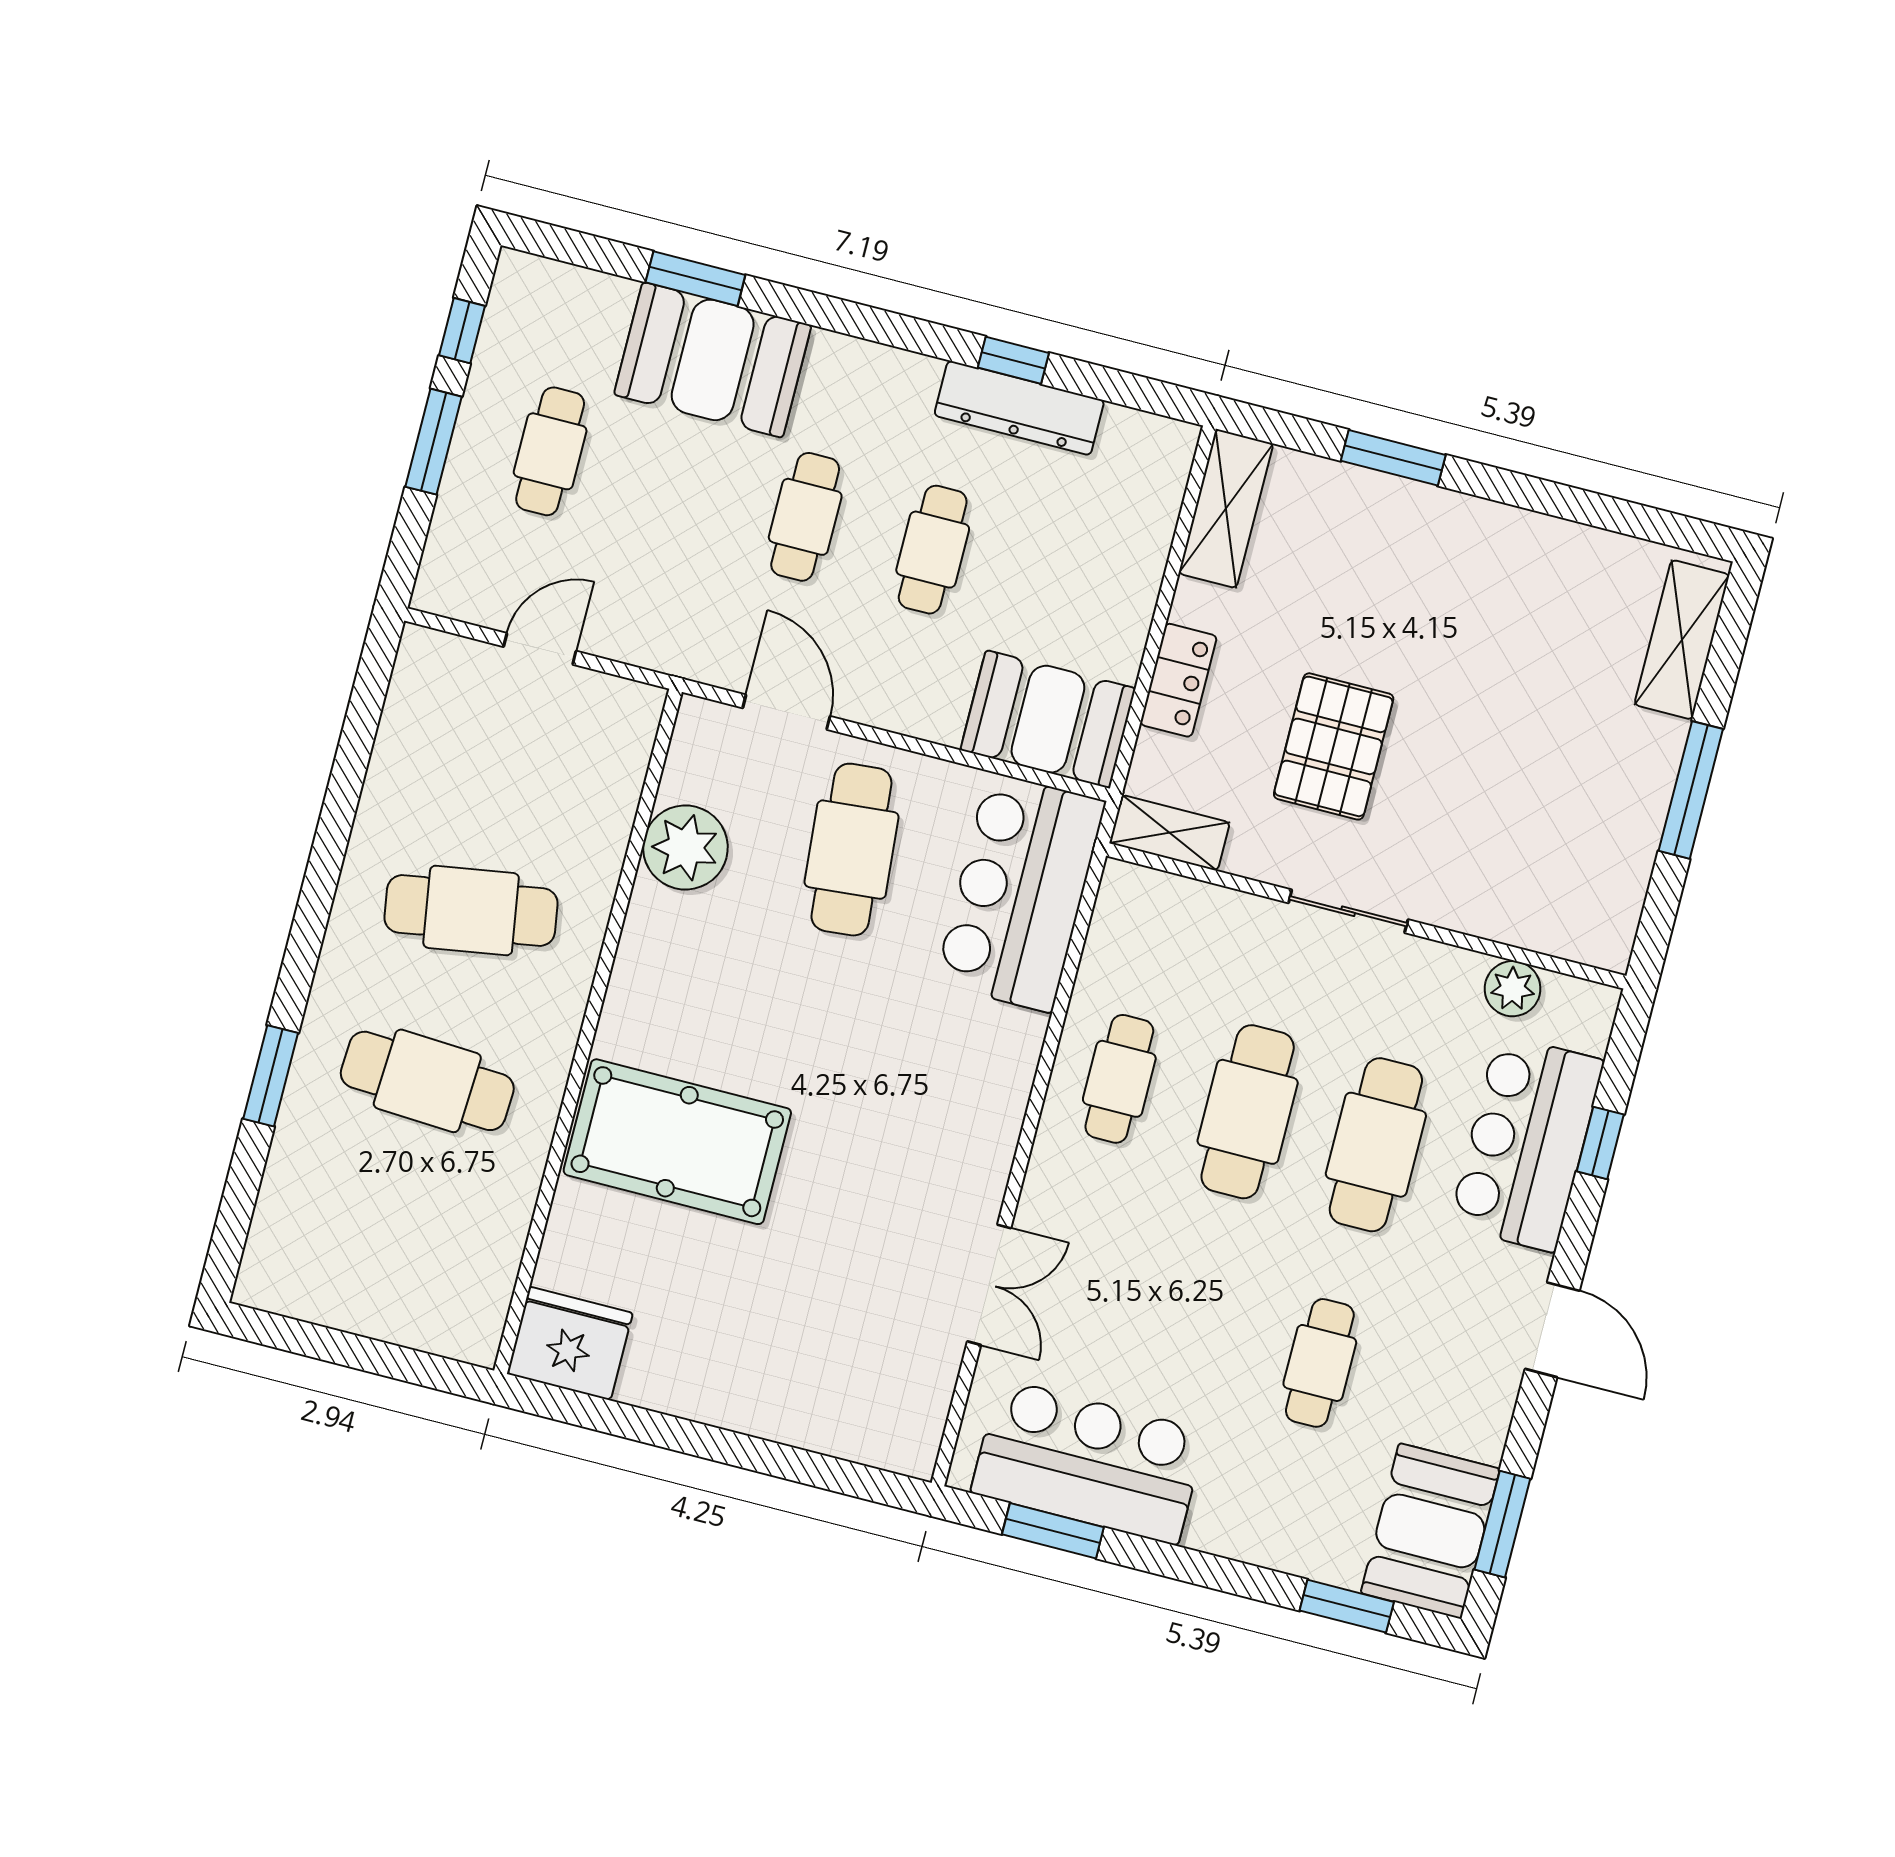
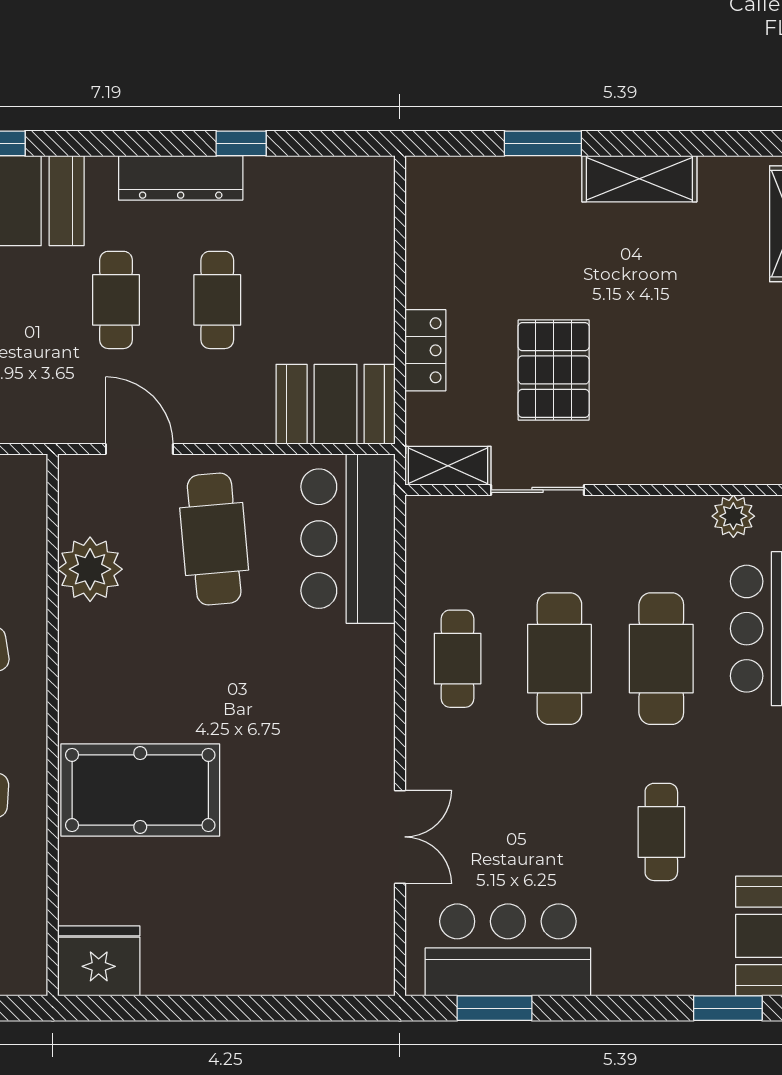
dresser: (1019, 408) -> (181, 178), moved
shelving: (1226, 509) -> (639, 179), moved, turned 90
sliding door: (1348, 911) -> (538, 490), moved

